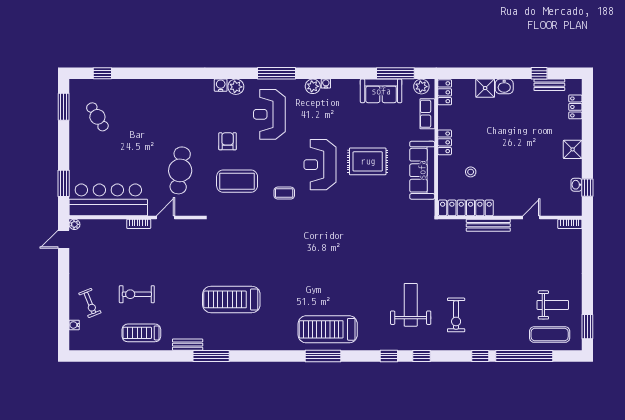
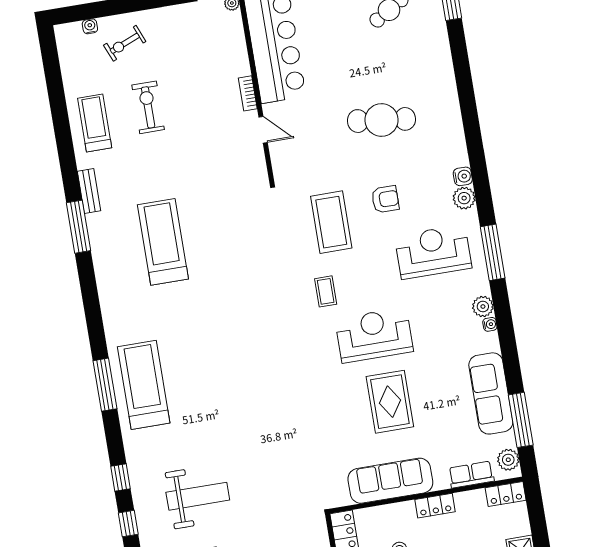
sofa: (381, 91) -> (491, 393), width x1.36
cafe table: (180, 170) -> (381, 120), moved

